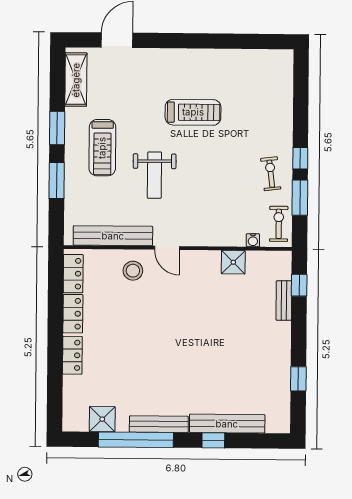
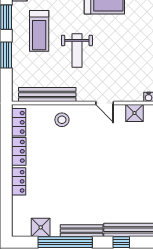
door: (167, 248) -> (105, 103), moved

